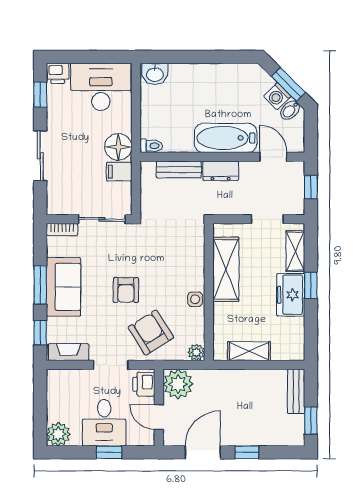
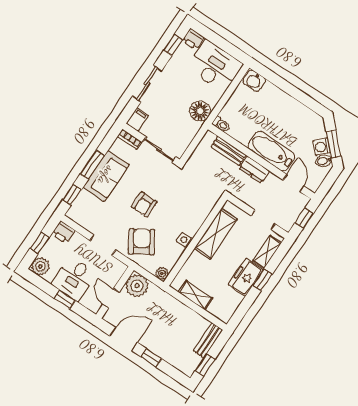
filing cabinet: (119, 172) -> (137, 120), moved, turned 90
fireplace: (69, 352) -> (82, 219), removed
printer: (144, 384) -> (63, 232), moved, turned -90
window: (40, 409) -> (40, 243), added

